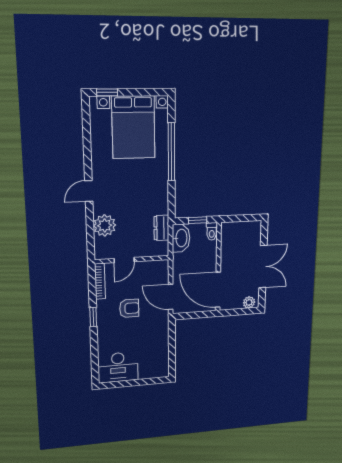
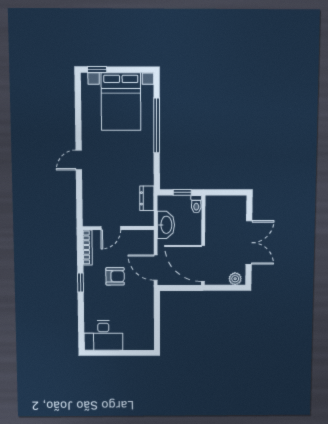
plant: (105, 225) -> (93, 193), removed
washbasin: (181, 238) -> (166, 225), moved

